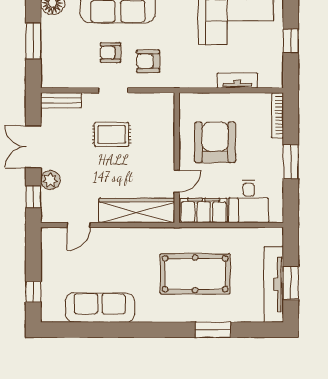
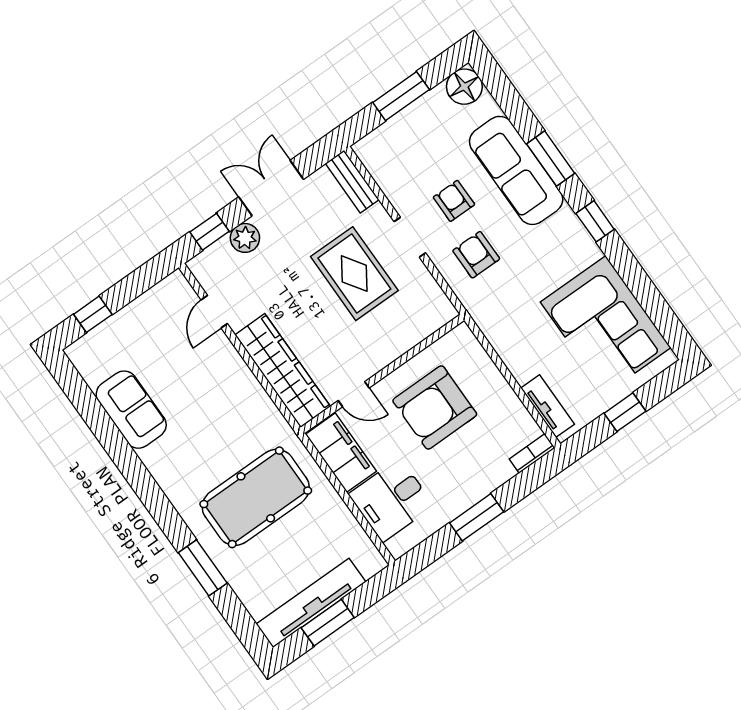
tv unit: (237, 81) -> (548, 406), moved
bookcase: (277, 115) -> (532, 454), width x0.64
rug: (112, 134) -> (354, 274), width x1.36, depth x1.43
armchair: (215, 142) -> (435, 407), turned 180
door: (79, 225) -> (214, 312), hinge flipped
pool table: (195, 274) -> (256, 497), turned 90
sofa: (100, 308) -> (131, 410), width x0.73

